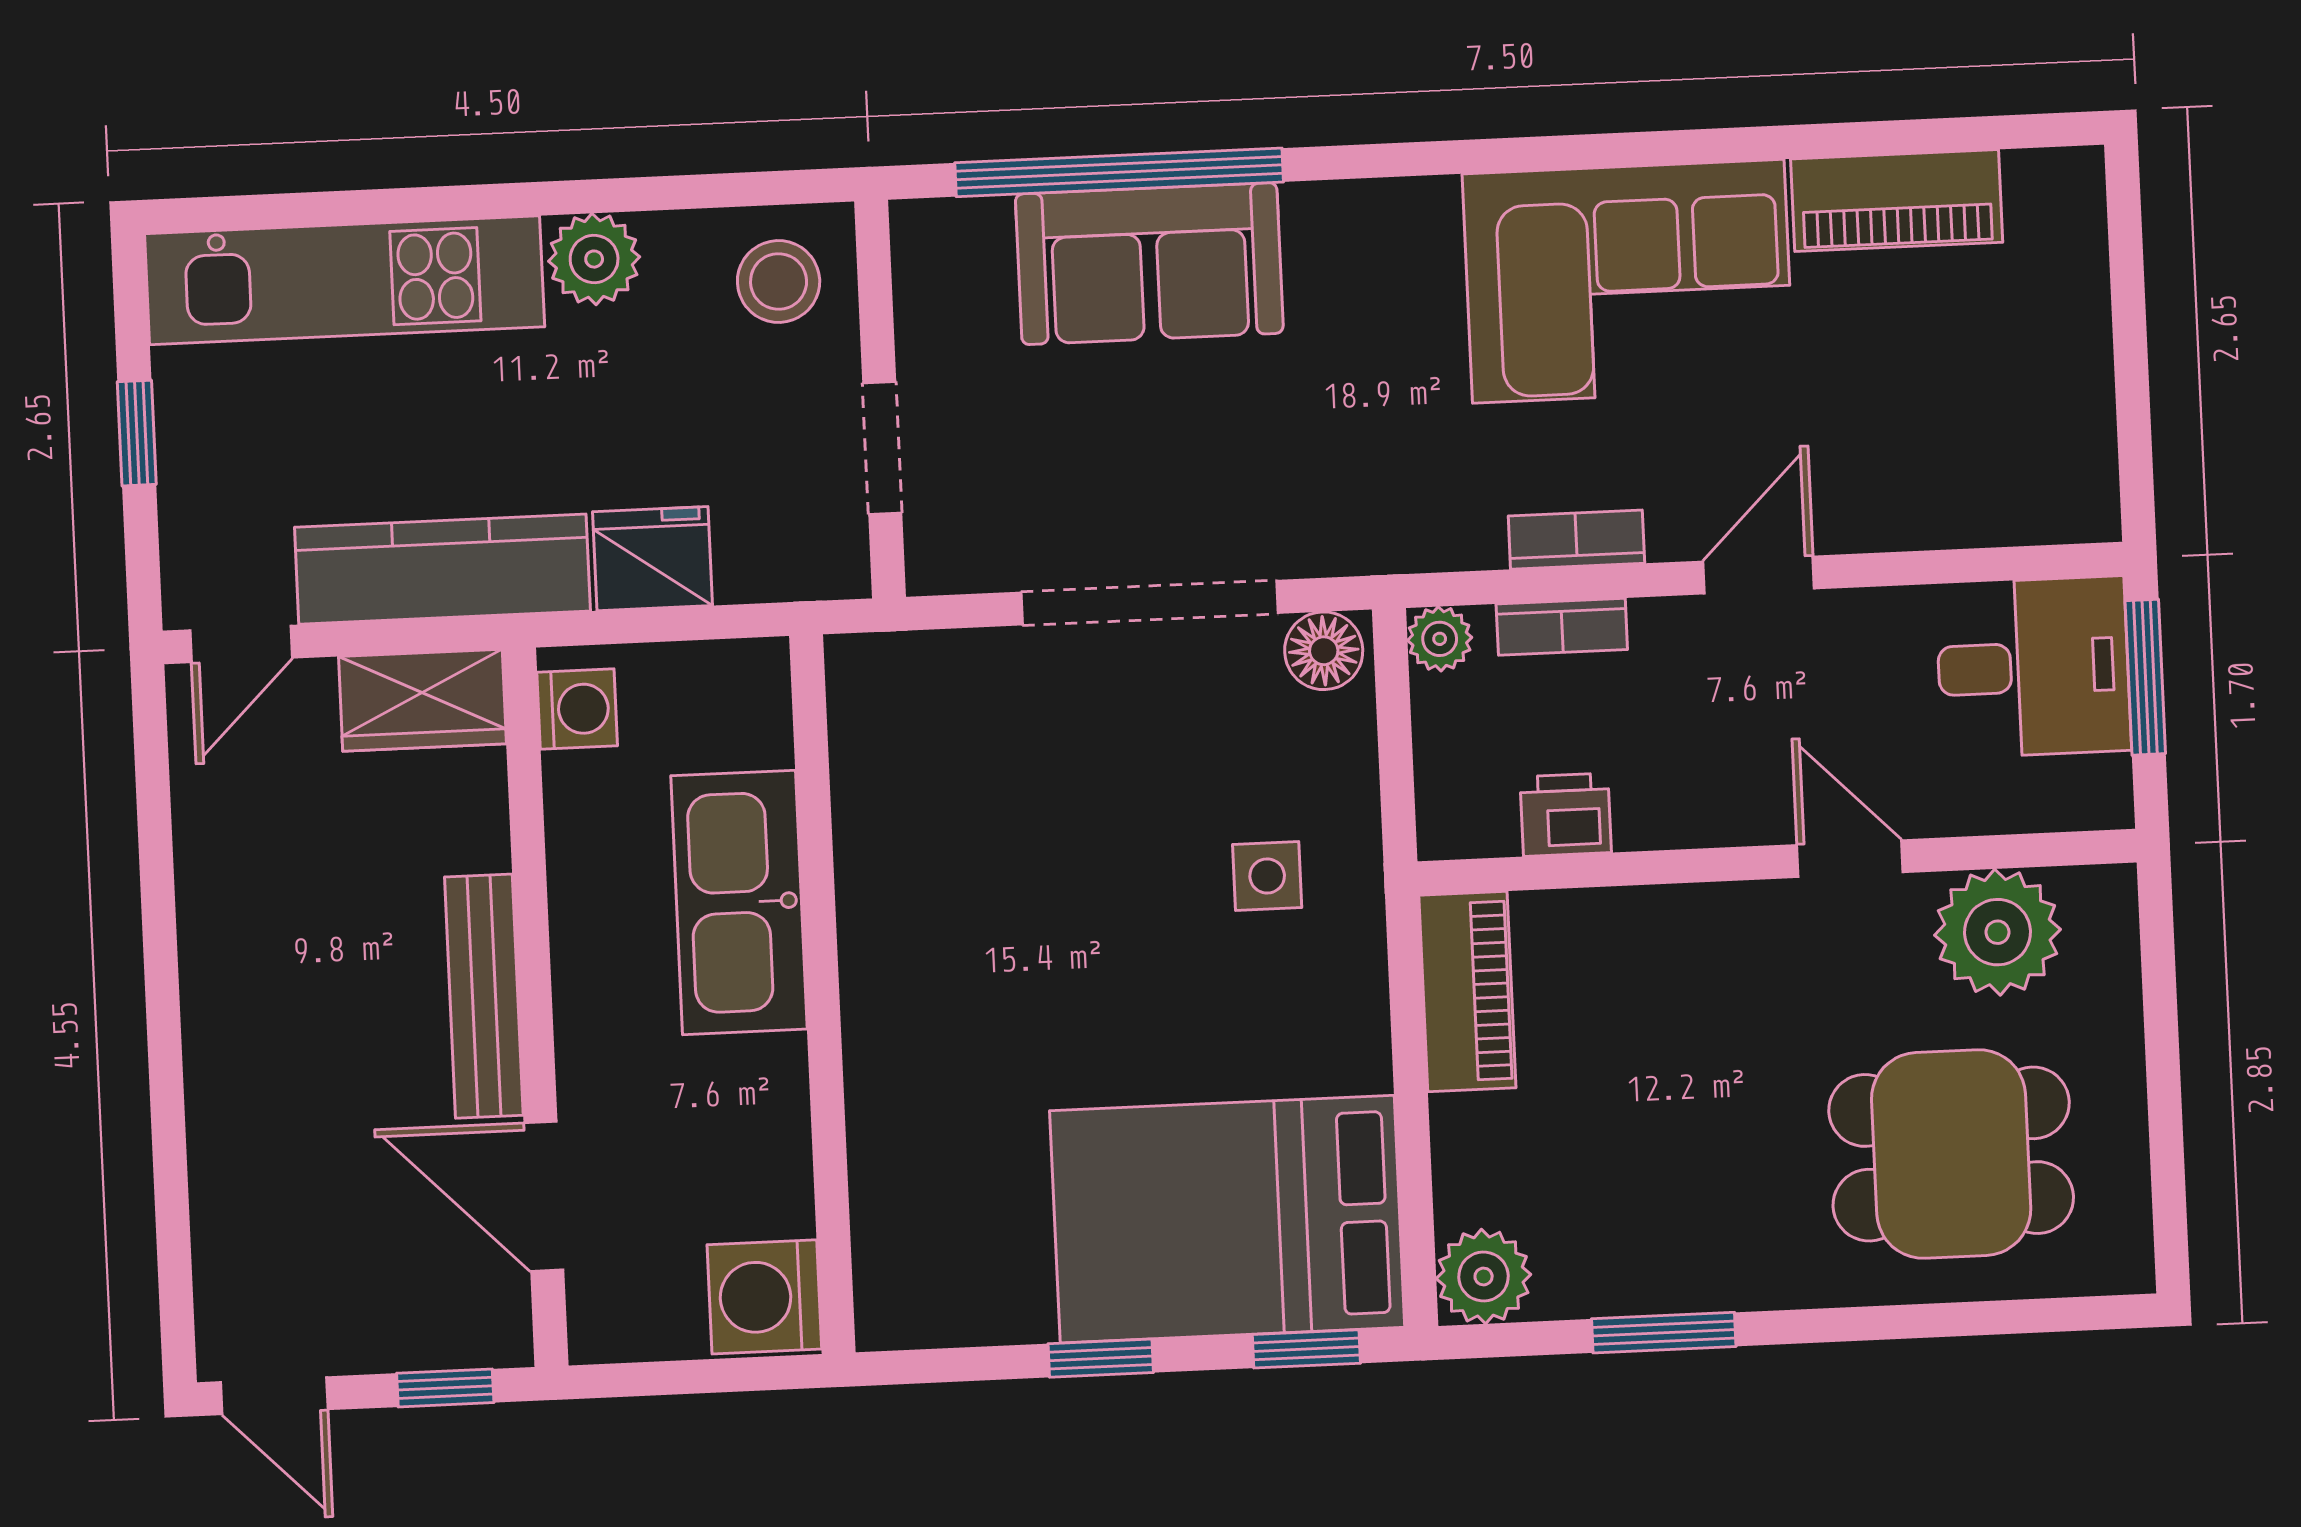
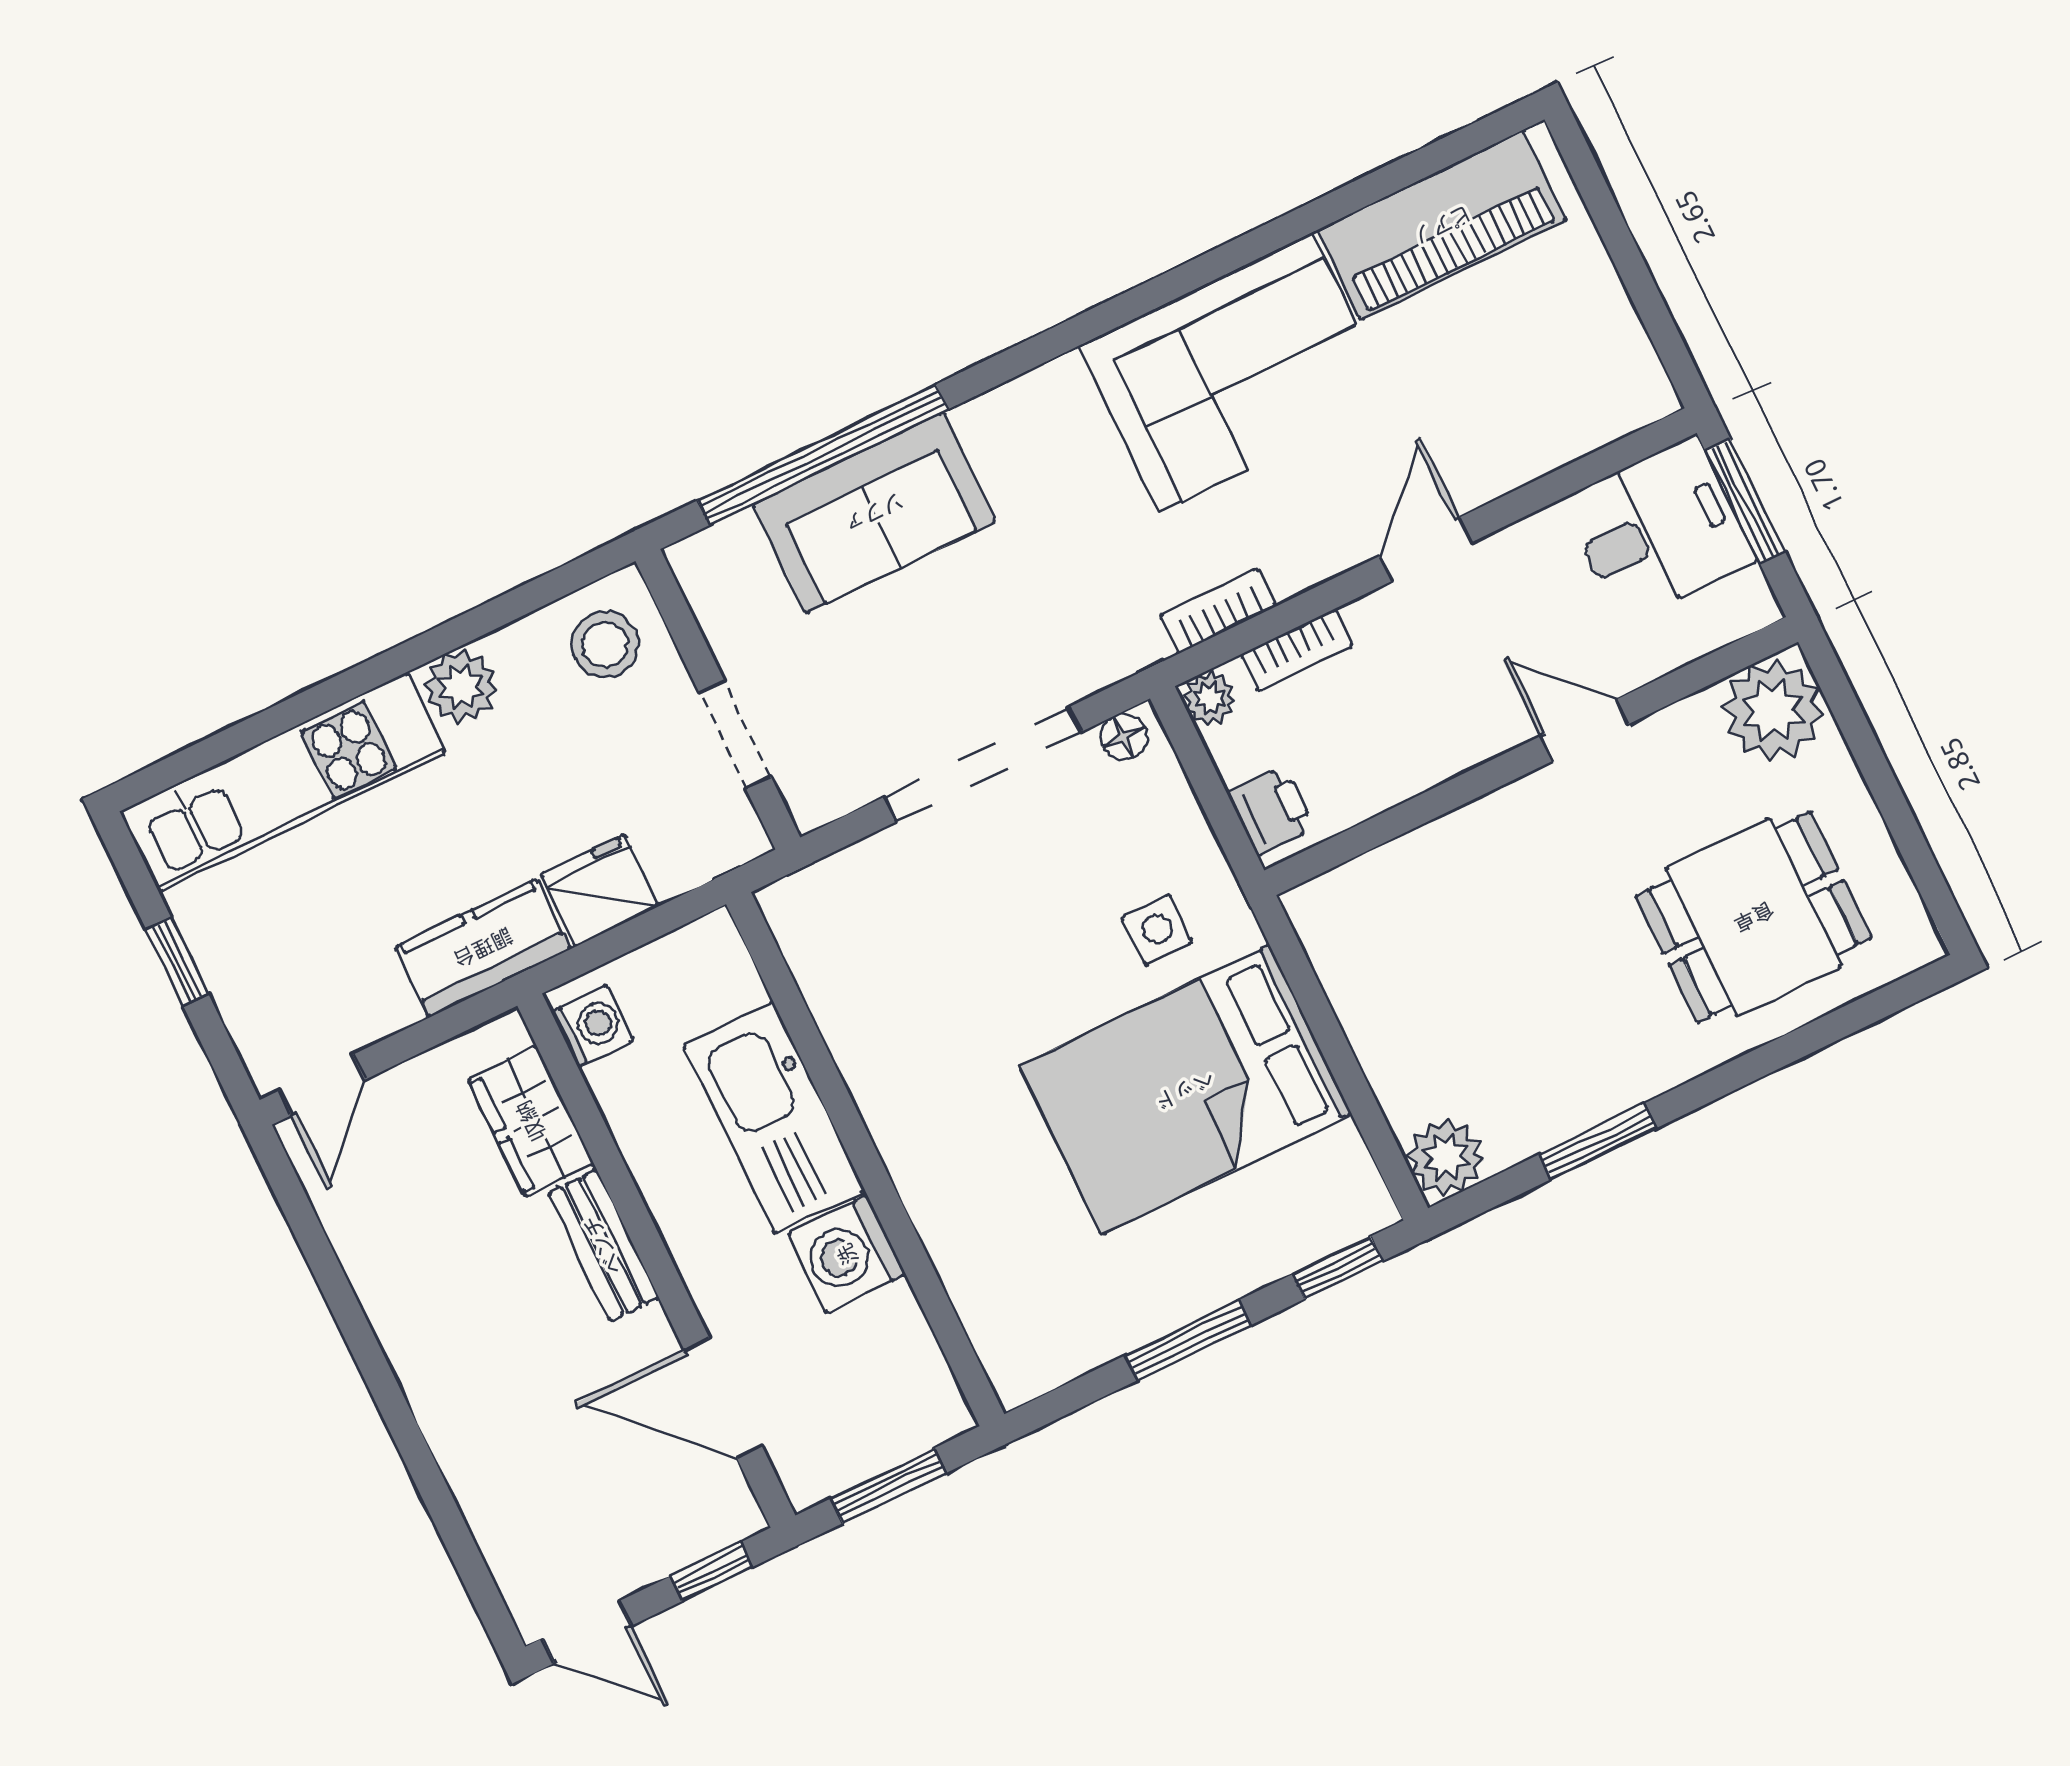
piano: (1897, 201) -> (1442, 225), width x1.37, depth x1.33
bookcase: (1576, 540) -> (1218, 611), moved
kitchen counter: (442, 569) -> (483, 948), width x0.67
floor lamp: (1324, 651) -> (1124, 737), width x0.73, depth x0.73
wardrobe: (422, 700) -> (531, 1121), moved, turned 90
printer: (1566, 815) -> (1271, 811), moved, turned 90
plant: (1997, 932) -> (1773, 710), moved
piano: (1467, 992) -> (1343, 951), removed
bench: (484, 996) -> (603, 1245), width x0.73
bed: (1227, 1219) -> (1185, 1090), moved
washing machine: (764, 1297) -> (847, 1254), moved
window: (1101, 1358) -> (1188, 1340), width x1.50
window: (689, 1377) -> (888, 1486), added

